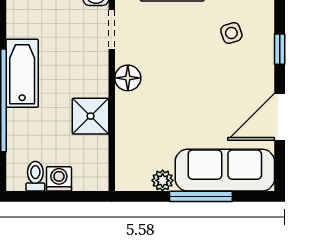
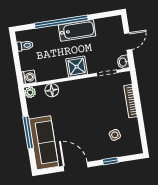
floor lamp: (128, 78) -> (52, 90), moved
shower: (91, 116) -> (77, 67), moved
washing machine: (59, 179) -> (29, 77), moved
plant: (163, 180) -> (30, 92), moved

